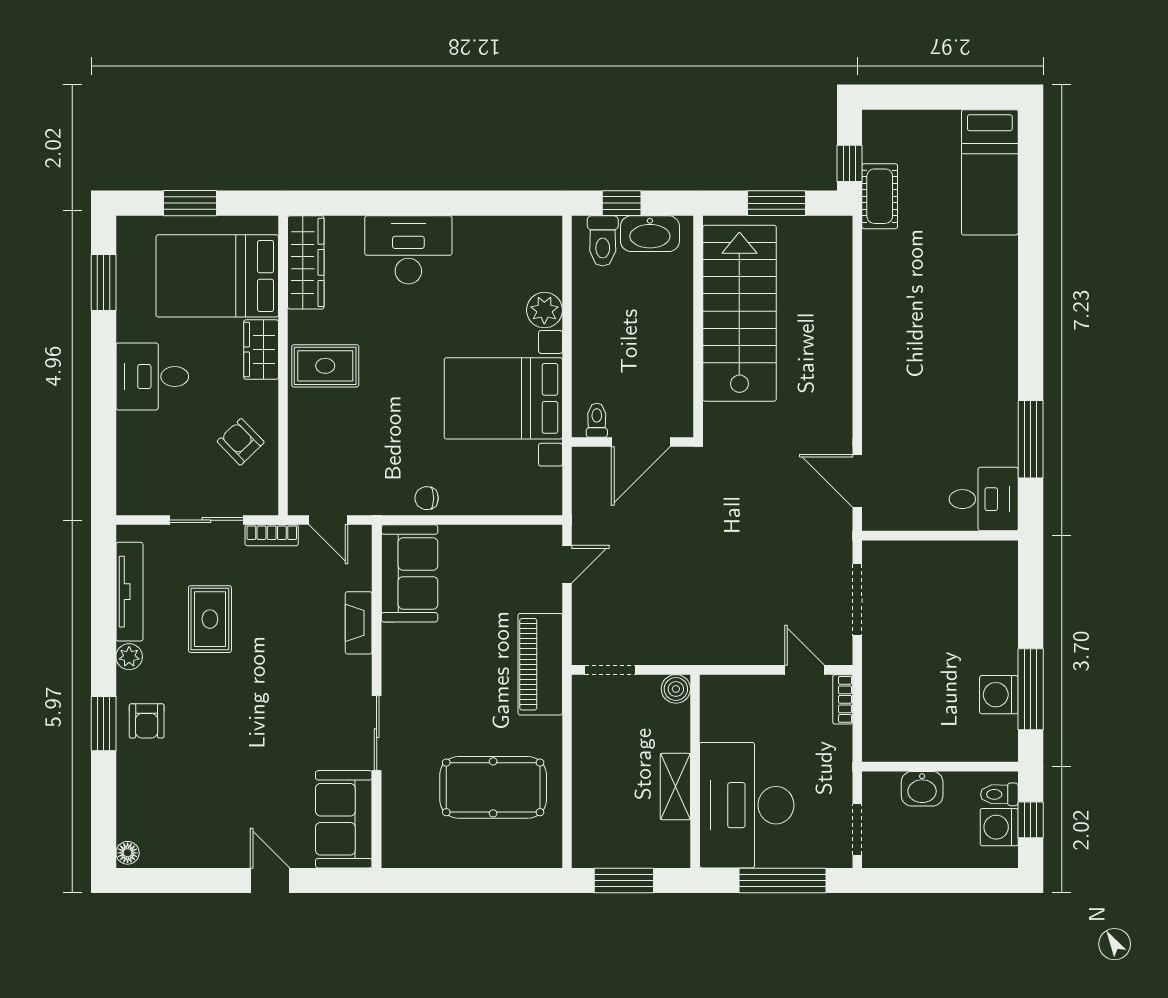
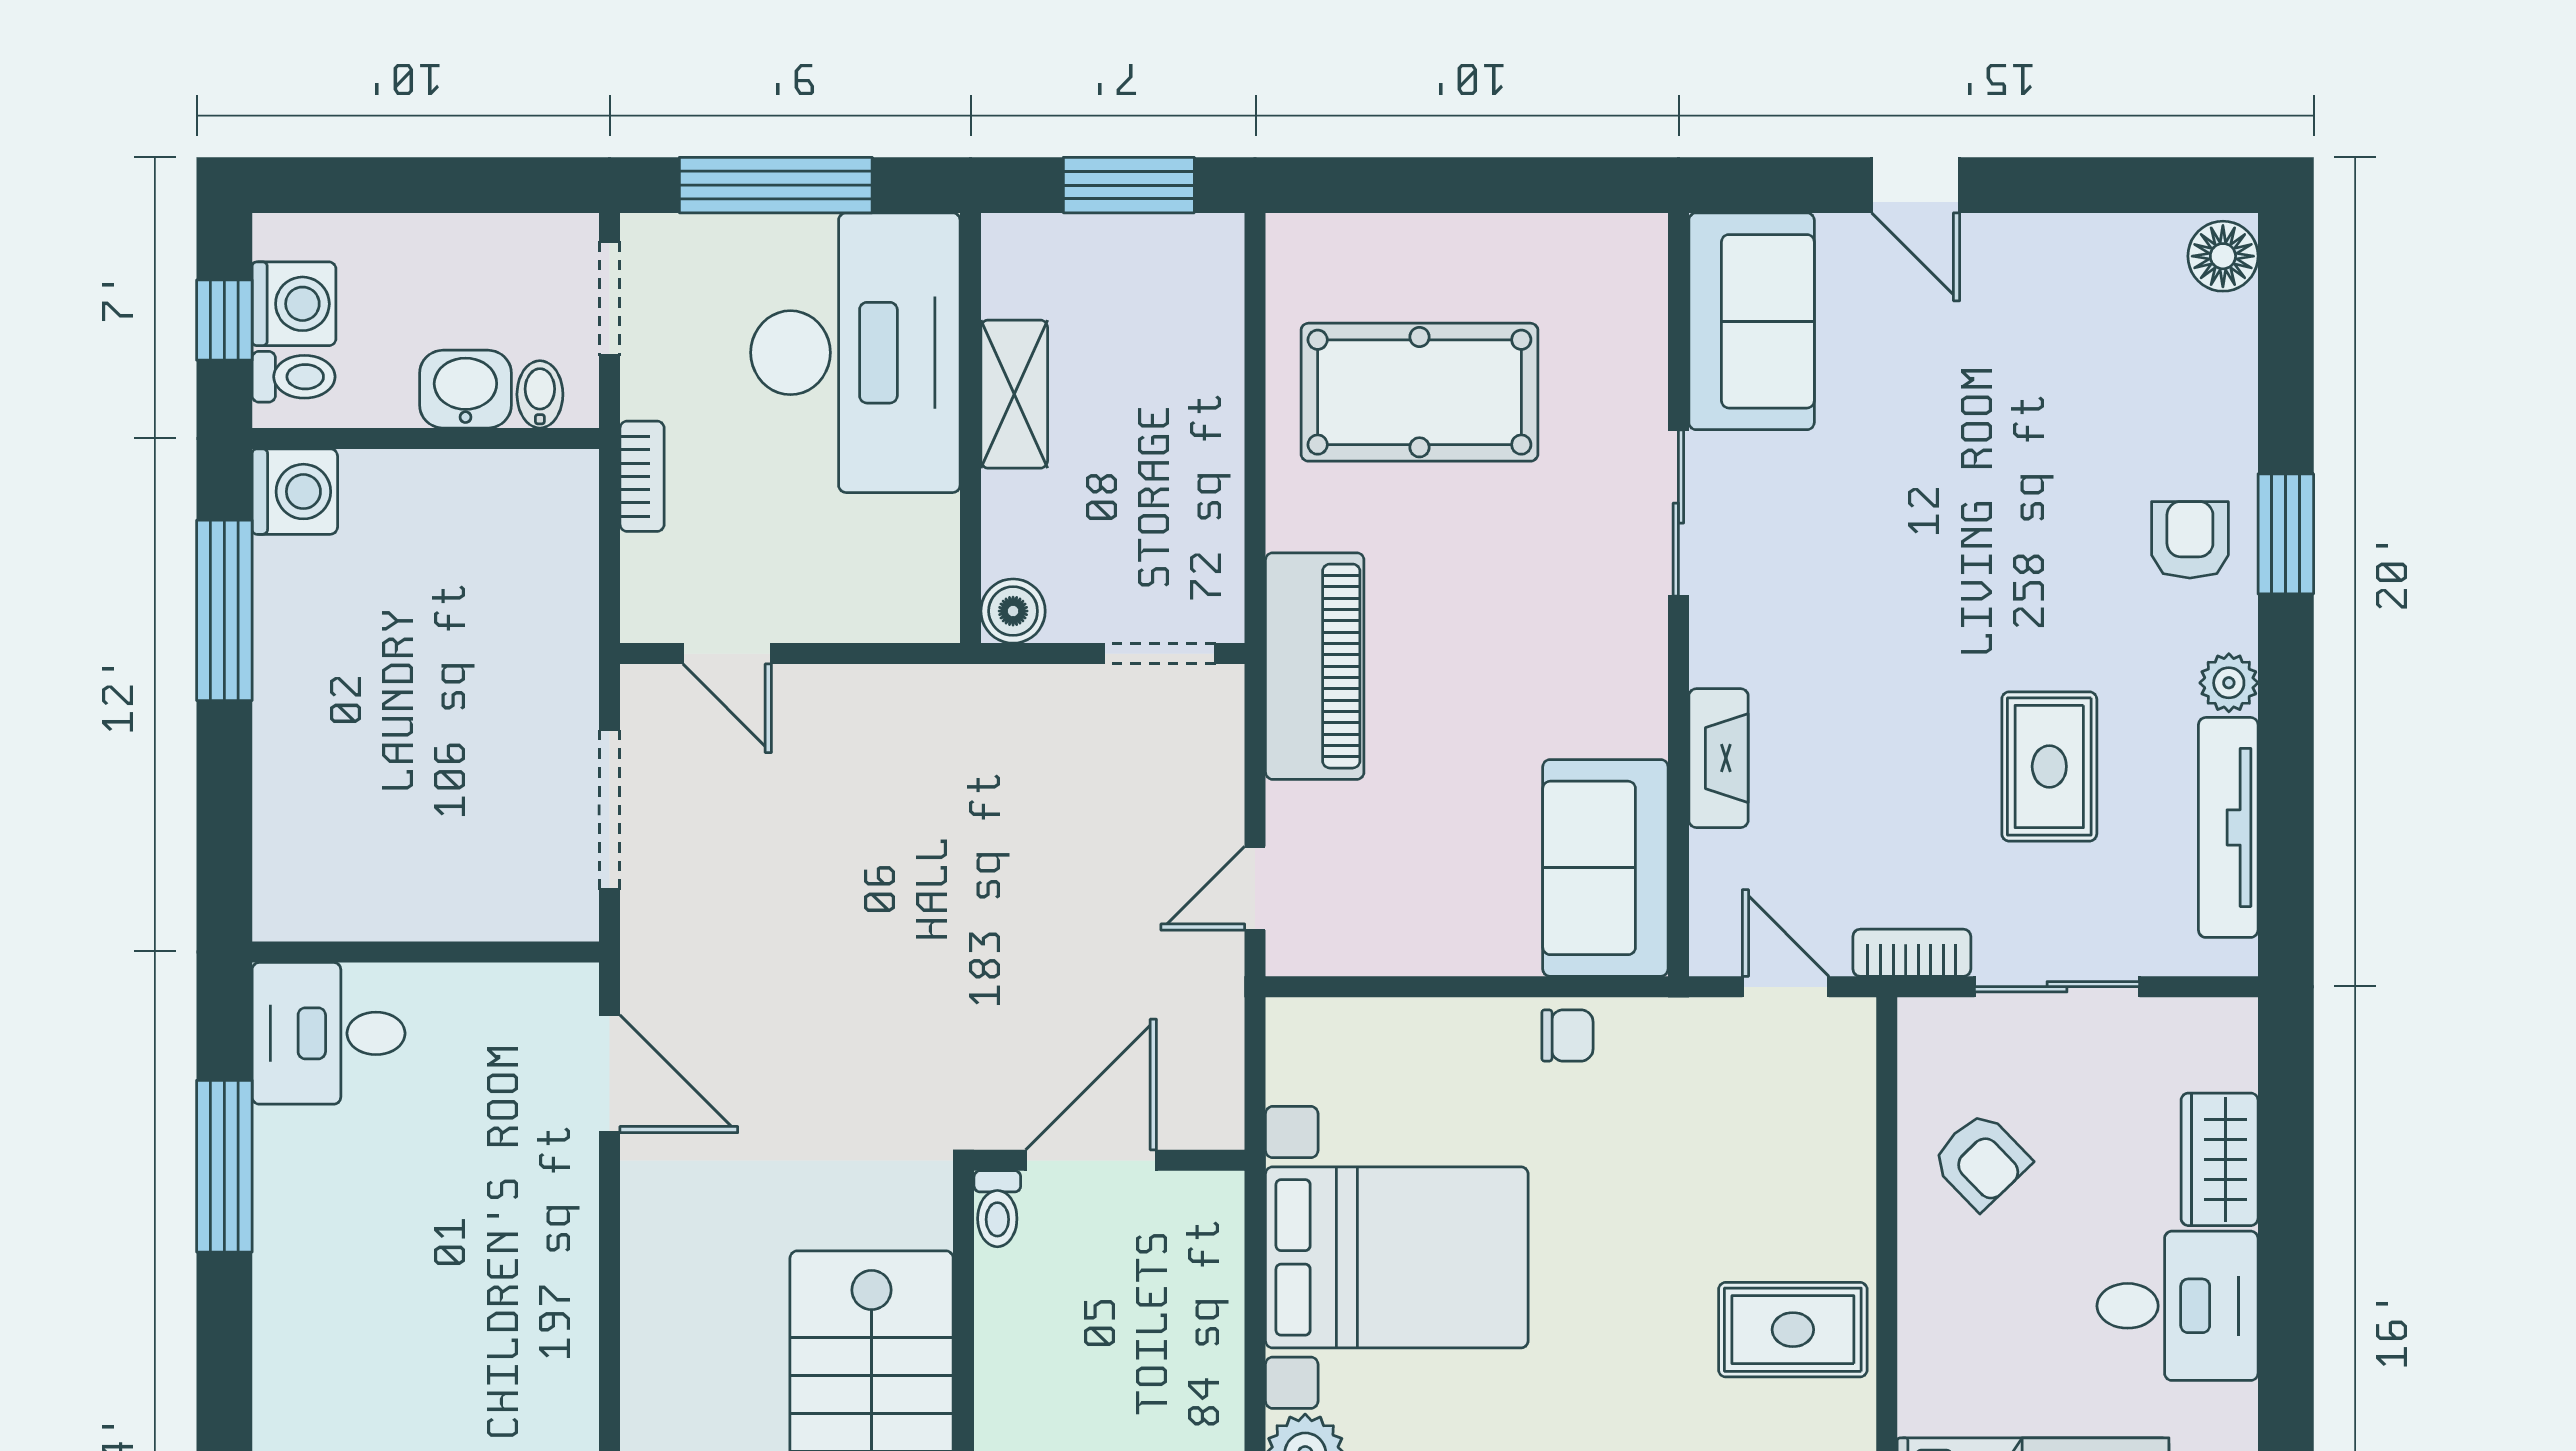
wardrobe: (261, 349) -> (2220, 1159), moved, turned 180
toilet: (597, 420) -> (997, 1209), moved
washing machine: (999, 695) -> (295, 492), moved
bookcase: (843, 699) -> (642, 476), moved
bidet: (889, 786) -> (540, 394), added
floor lamp: (128, 853) -> (2223, 256), width x1.37, depth x1.37

